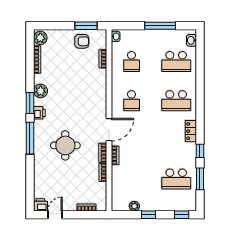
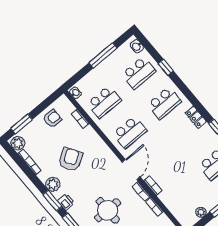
window: (86, 26) -> (22, 124), moved
school desk: (132, 62) -> (104, 102), width x1.85
window: (200, 74) -> (166, 67), added
armchair: (70, 84) -> (71, 159), added
school desk: (132, 101) -> (130, 132), width x1.85

